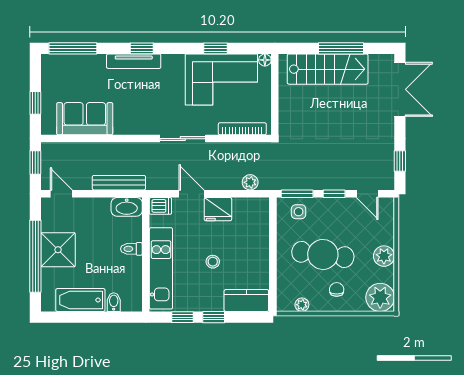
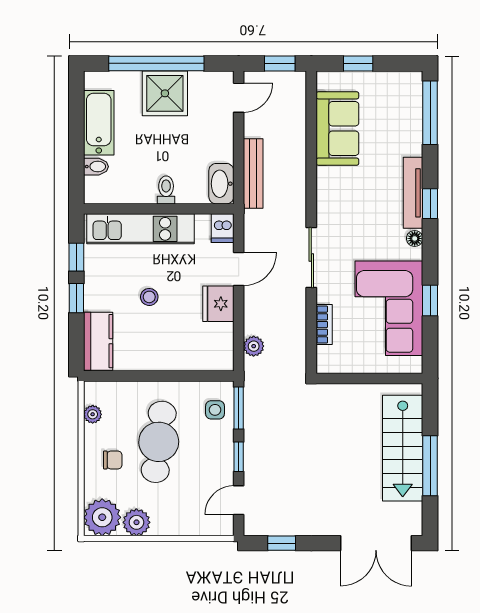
floor lamp: (265, 60) -> (415, 238), moved
bookcase: (242, 129) -> (324, 325), width x0.64
plant: (384, 256) -> (136, 522), moved

